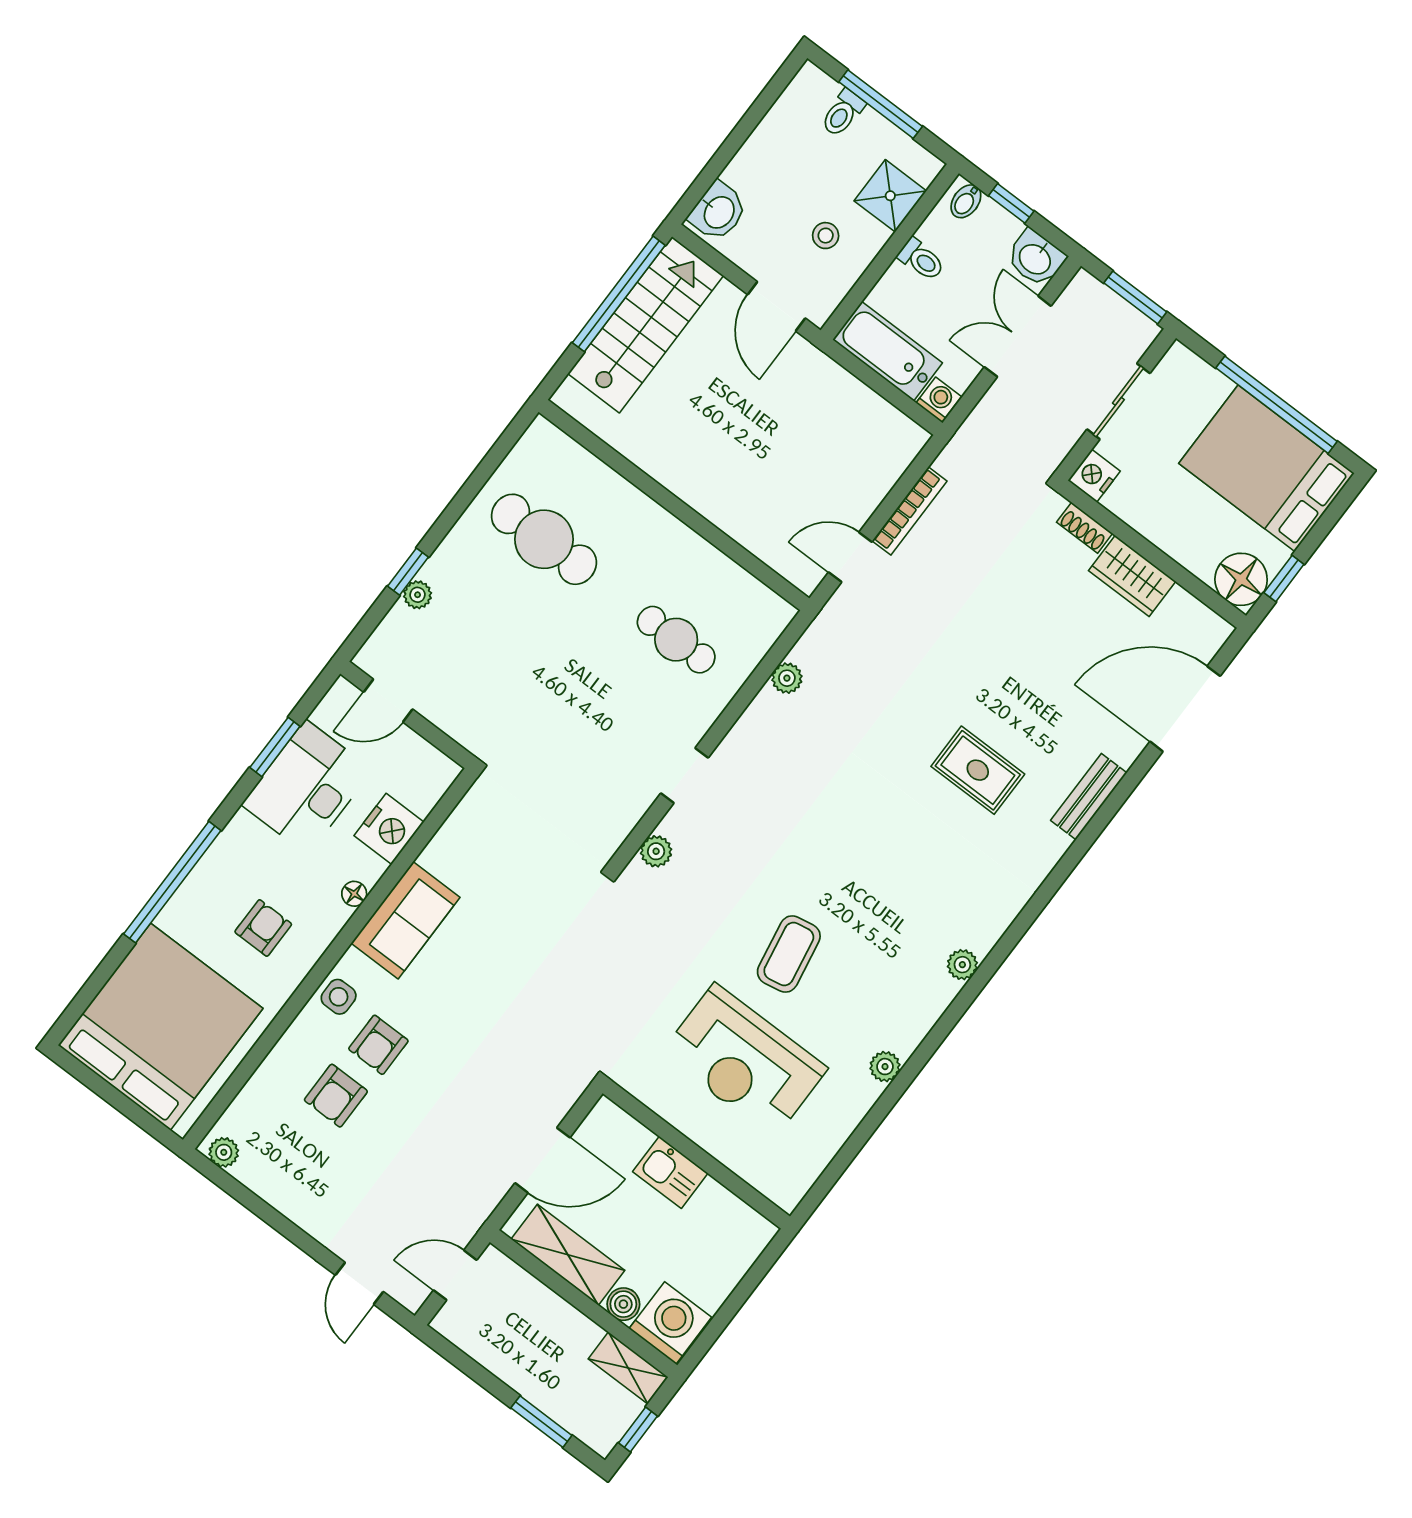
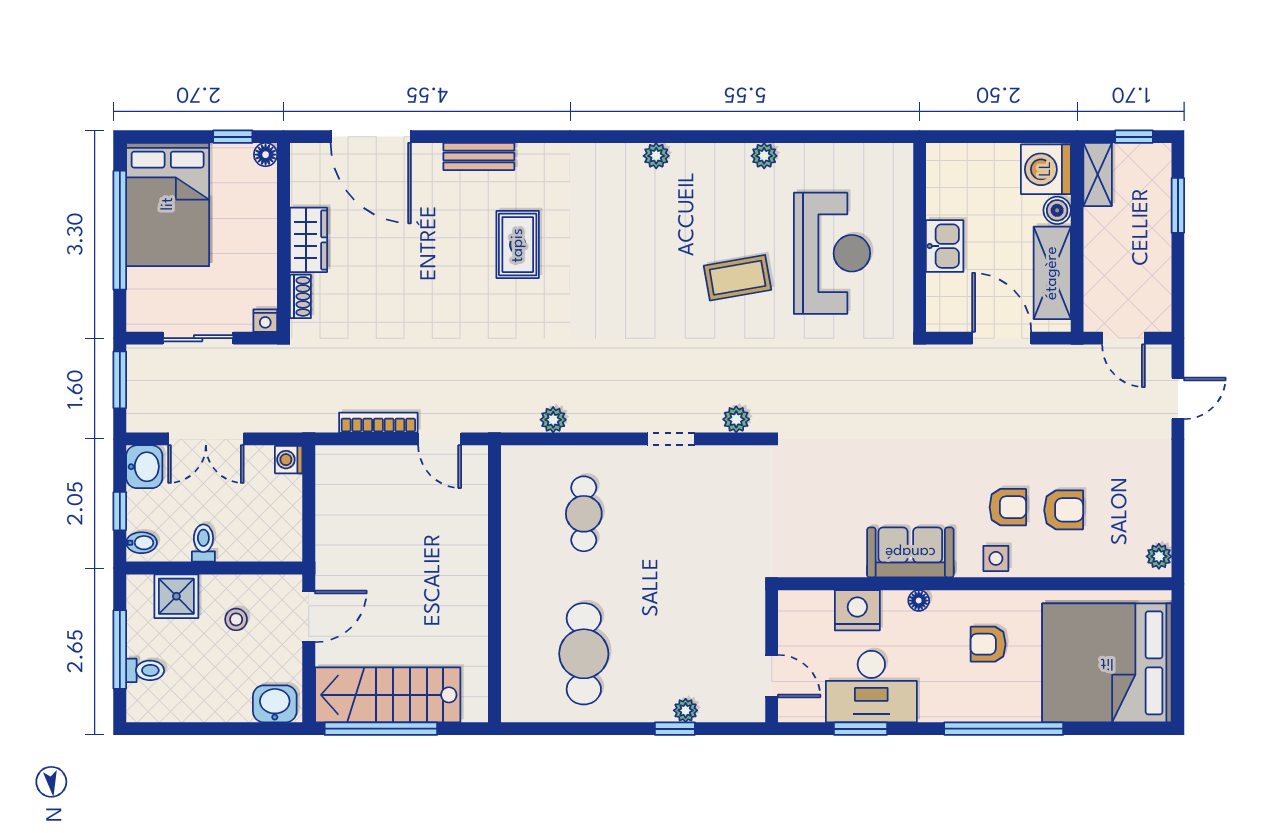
bathtub: (888, 351) -> (282, 519), removed
nightstand: (1094, 476) -> (265, 321), width x0.72, depth x0.74
floor lamp: (1241, 579) -> (266, 155), width x0.53, depth x0.53

